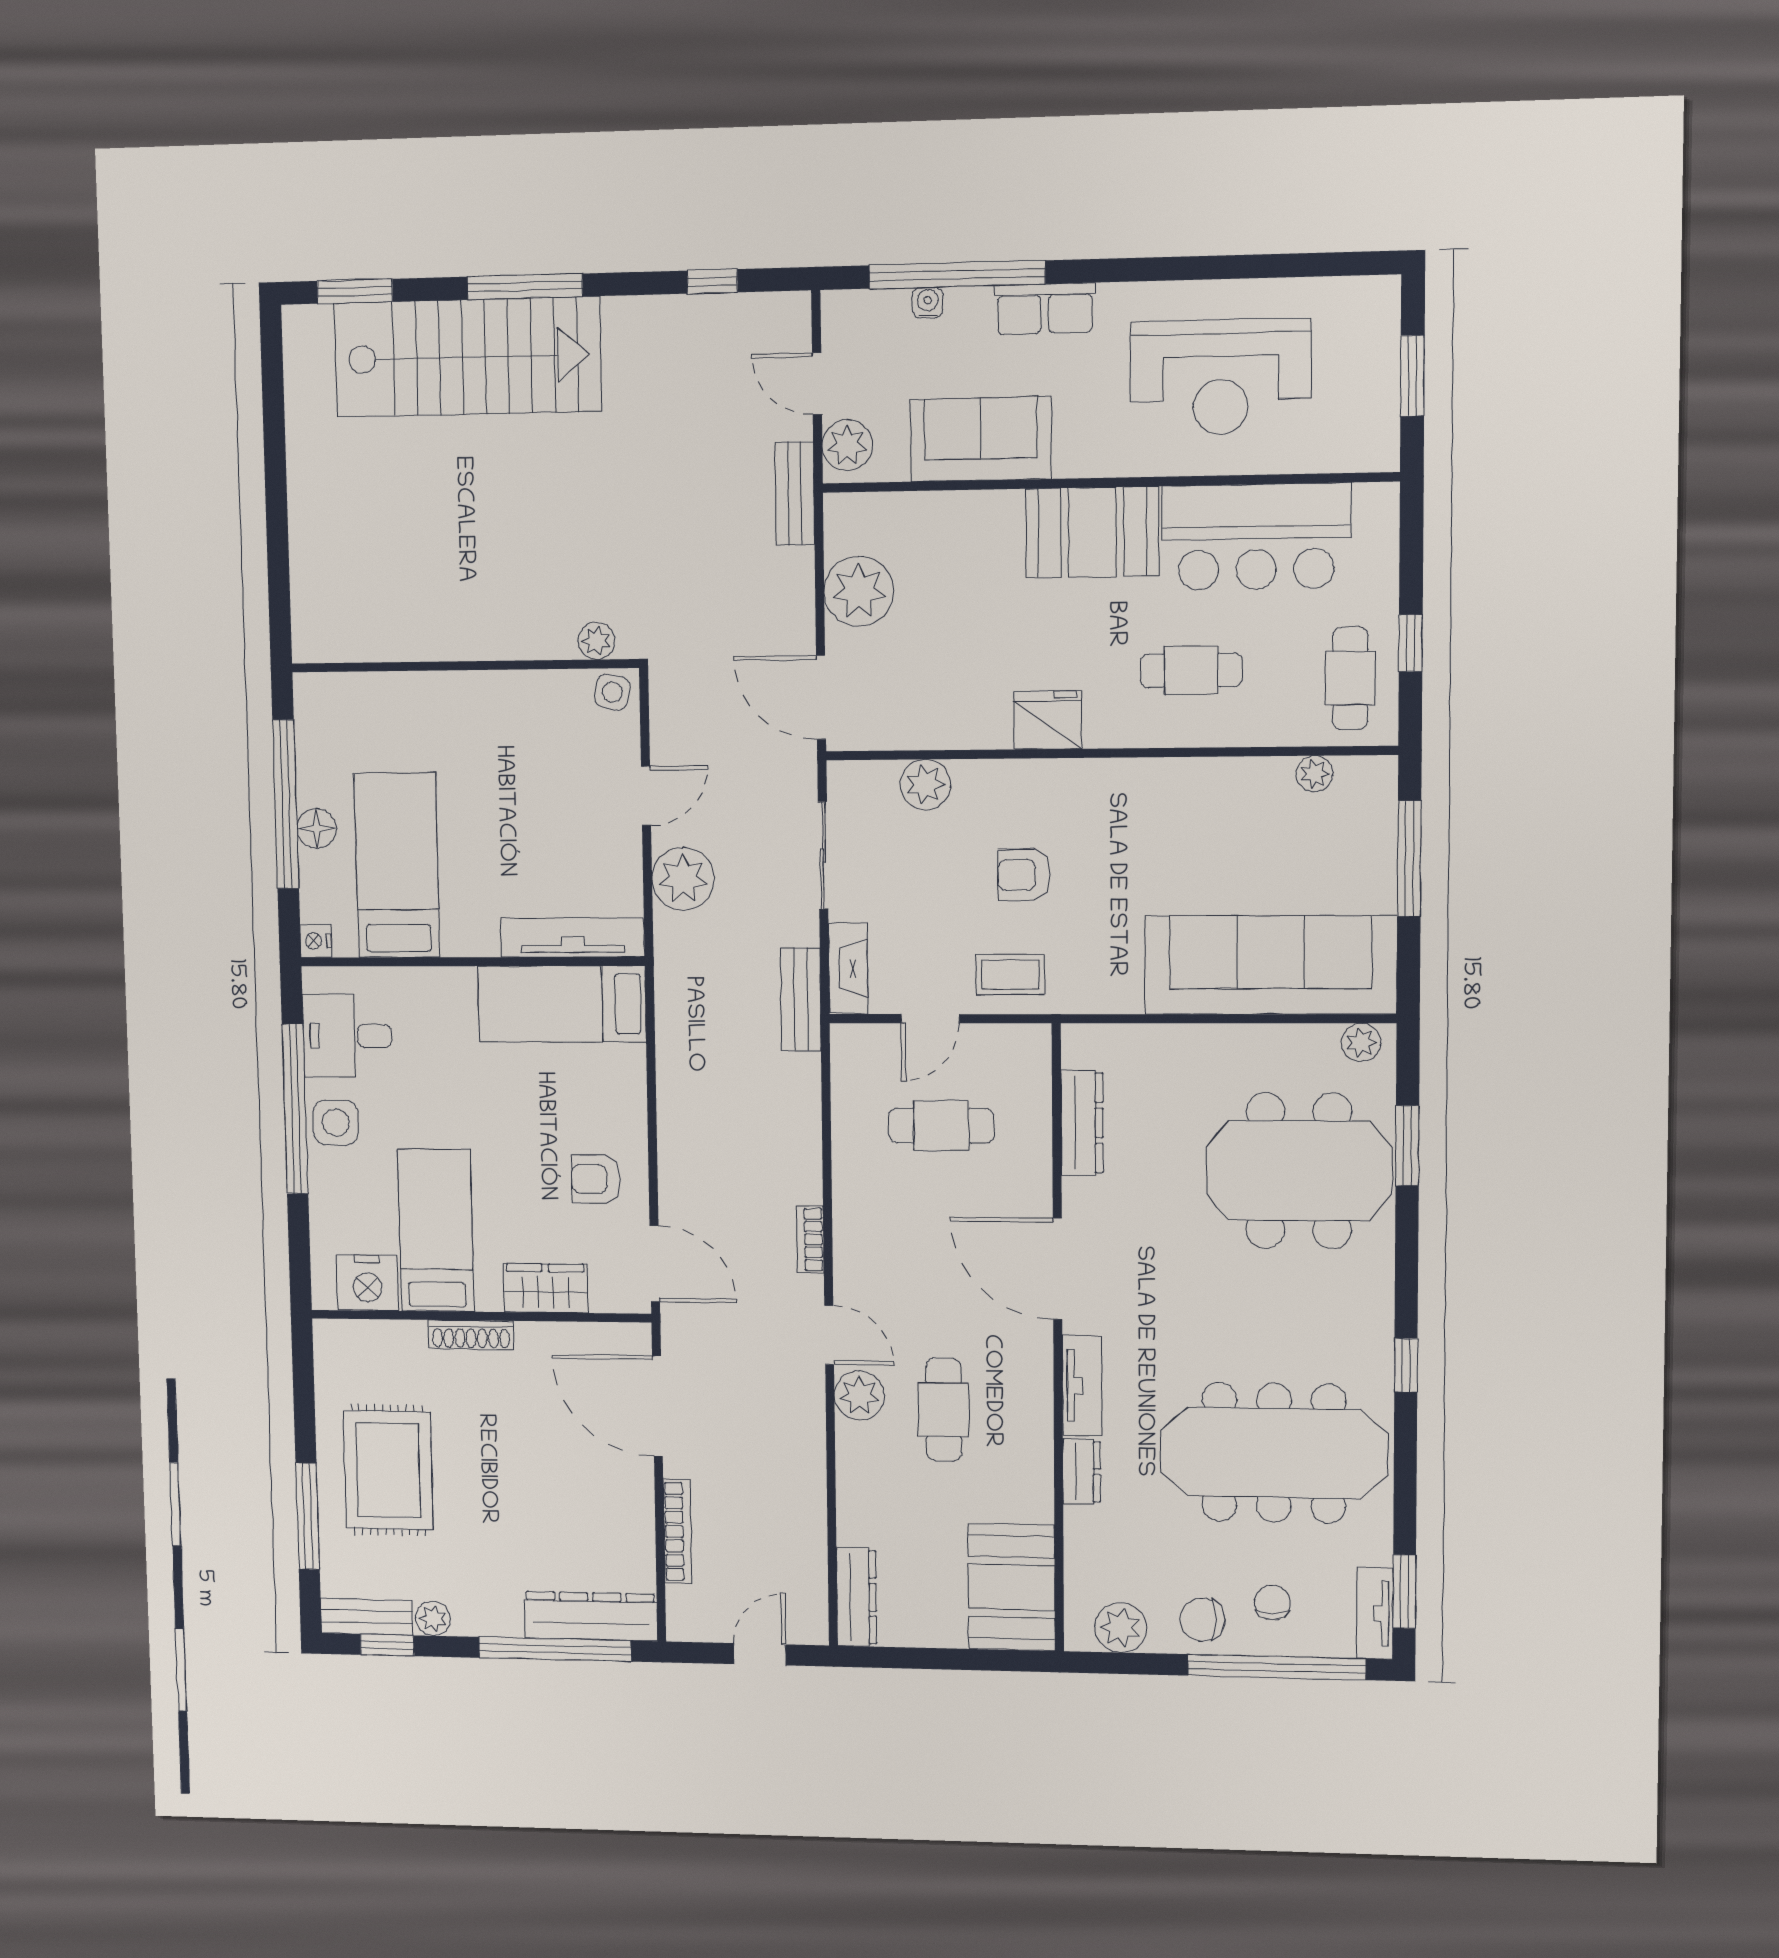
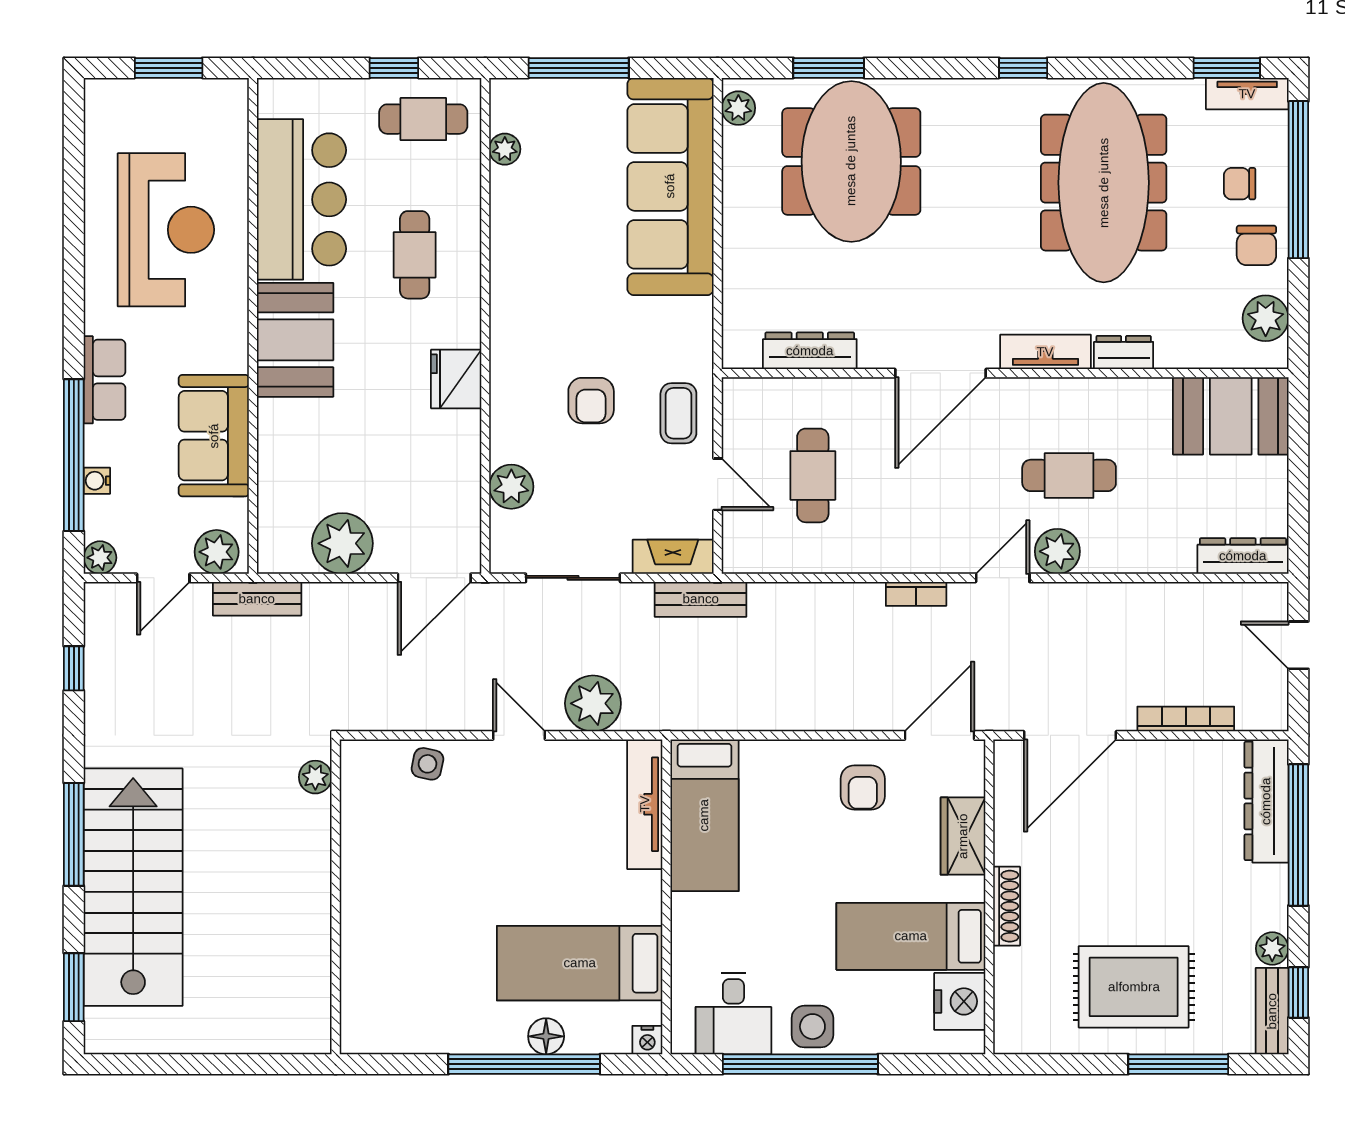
plant: (839, 309) -> (100, 558), added
plant: (596, 641) -> (315, 777), moved
wall: (464, 666) -> (336, 897), moved

